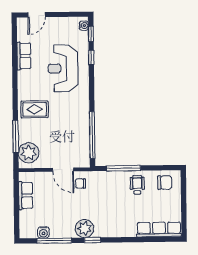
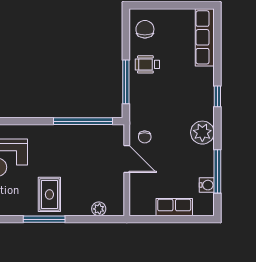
window: (16, 137) -> (44, 219), moved
plant: (29, 153) -> (99, 209), width x0.53, depth x0.53
door: (63, 170) -> (127, 159), hinge flipped
row of seats: (26, 195) -> (174, 207), moved
window: (92, 240) -> (217, 96), moved

